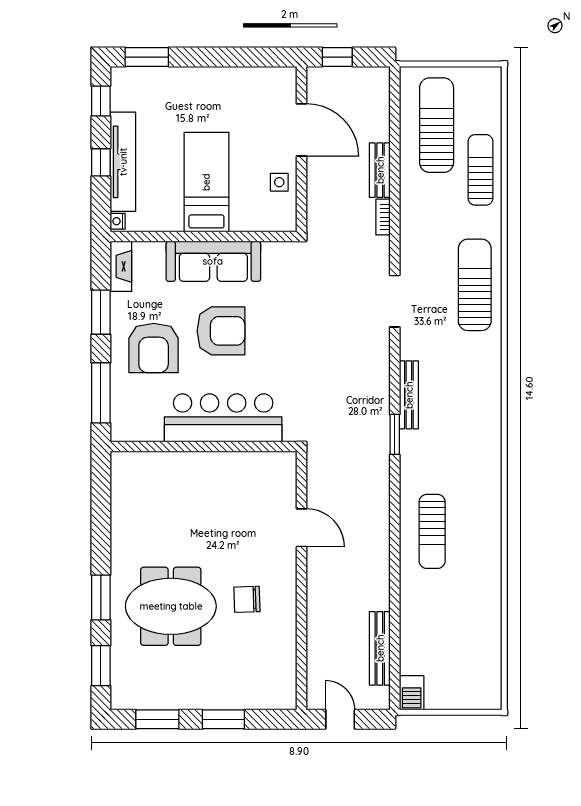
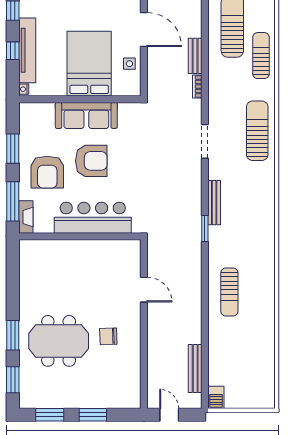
bed: (206, 182) -> (89, 64), width x1.50
fireplace: (121, 266) -> (26, 217), moved

